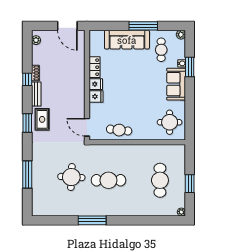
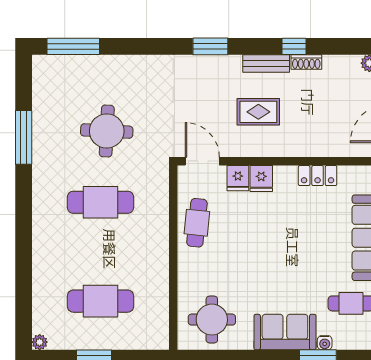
fridge: (96, 84) -> (238, 178), moved
rug: (42, 119) -> (258, 112), moved
door: (87, 127) -> (202, 161), hinge flipped
window: (27, 174) -> (73, 46), moved
cafe table: (108, 180) -> (101, 202), turned 90
window: (92, 220) -> (24, 137), moved

